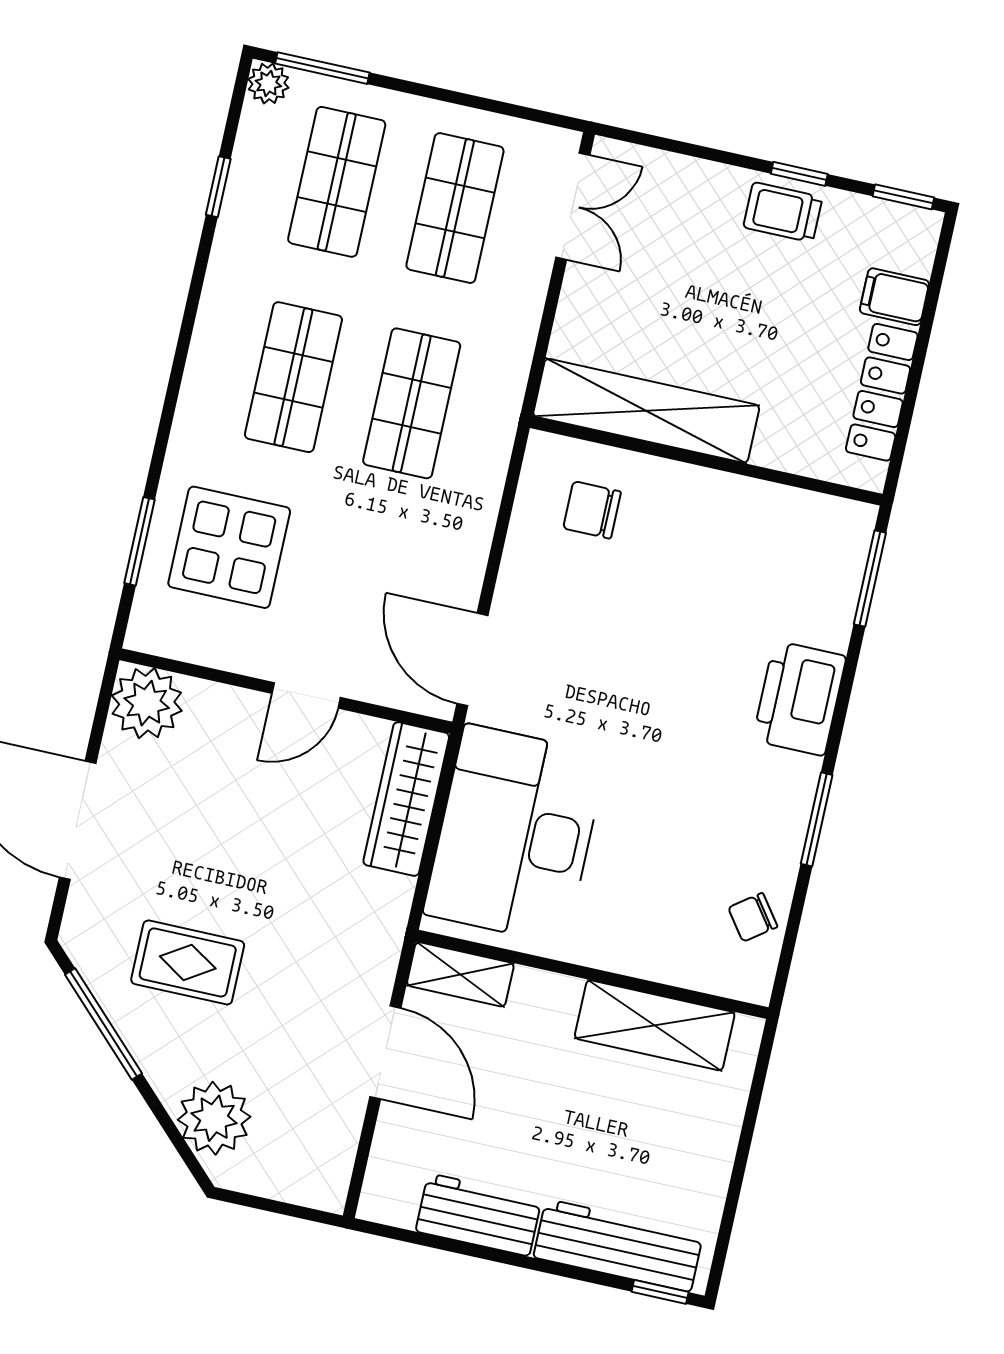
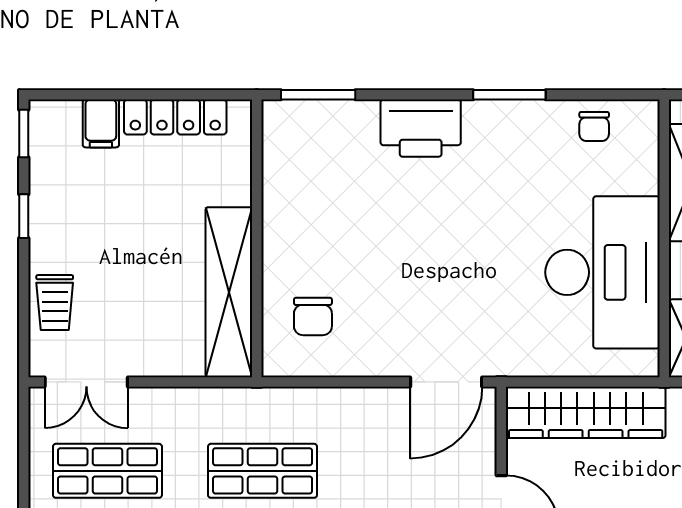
double door: (573, 206) -> (86, 382), swing flipped
trolley: (783, 212) -> (55, 303), moved
wardrobe: (406, 799) -> (586, 412), width x1.40, depth x1.17
desk: (515, 834) -> (603, 272), moved, turned -90
chair: (753, 917) -> (594, 126), turned 36

